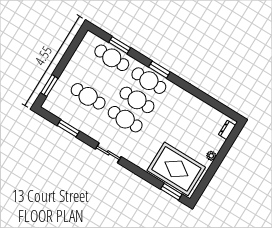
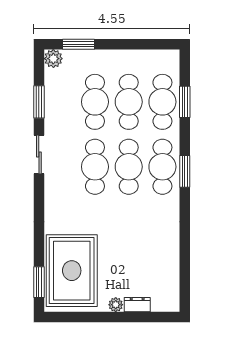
cafe table: (100, 77) -> (129, 102), added
plant: (49, 105) -> (53, 59), added
dresser: (227, 130) -> (137, 305), moved
sliding door: (108, 153) -> (39, 155), moved

